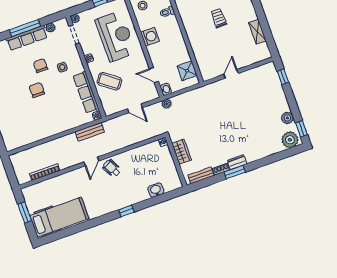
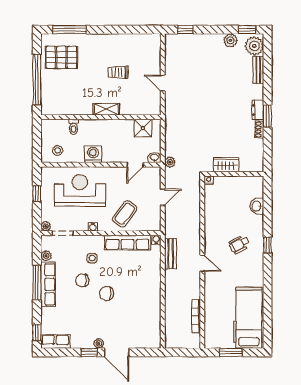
trolley: (219, 18) -> (118, 72), moved
shelving: (257, 32) -> (106, 109), moved
wheelchair: (112, 168) -> (239, 244), moved
bench: (201, 175) -> (258, 70), moved

